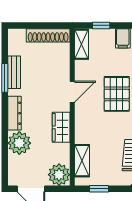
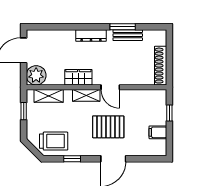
shelving: (81, 44) -> (86, 95), moved
plant: (19, 143) -> (64, 40), removed

